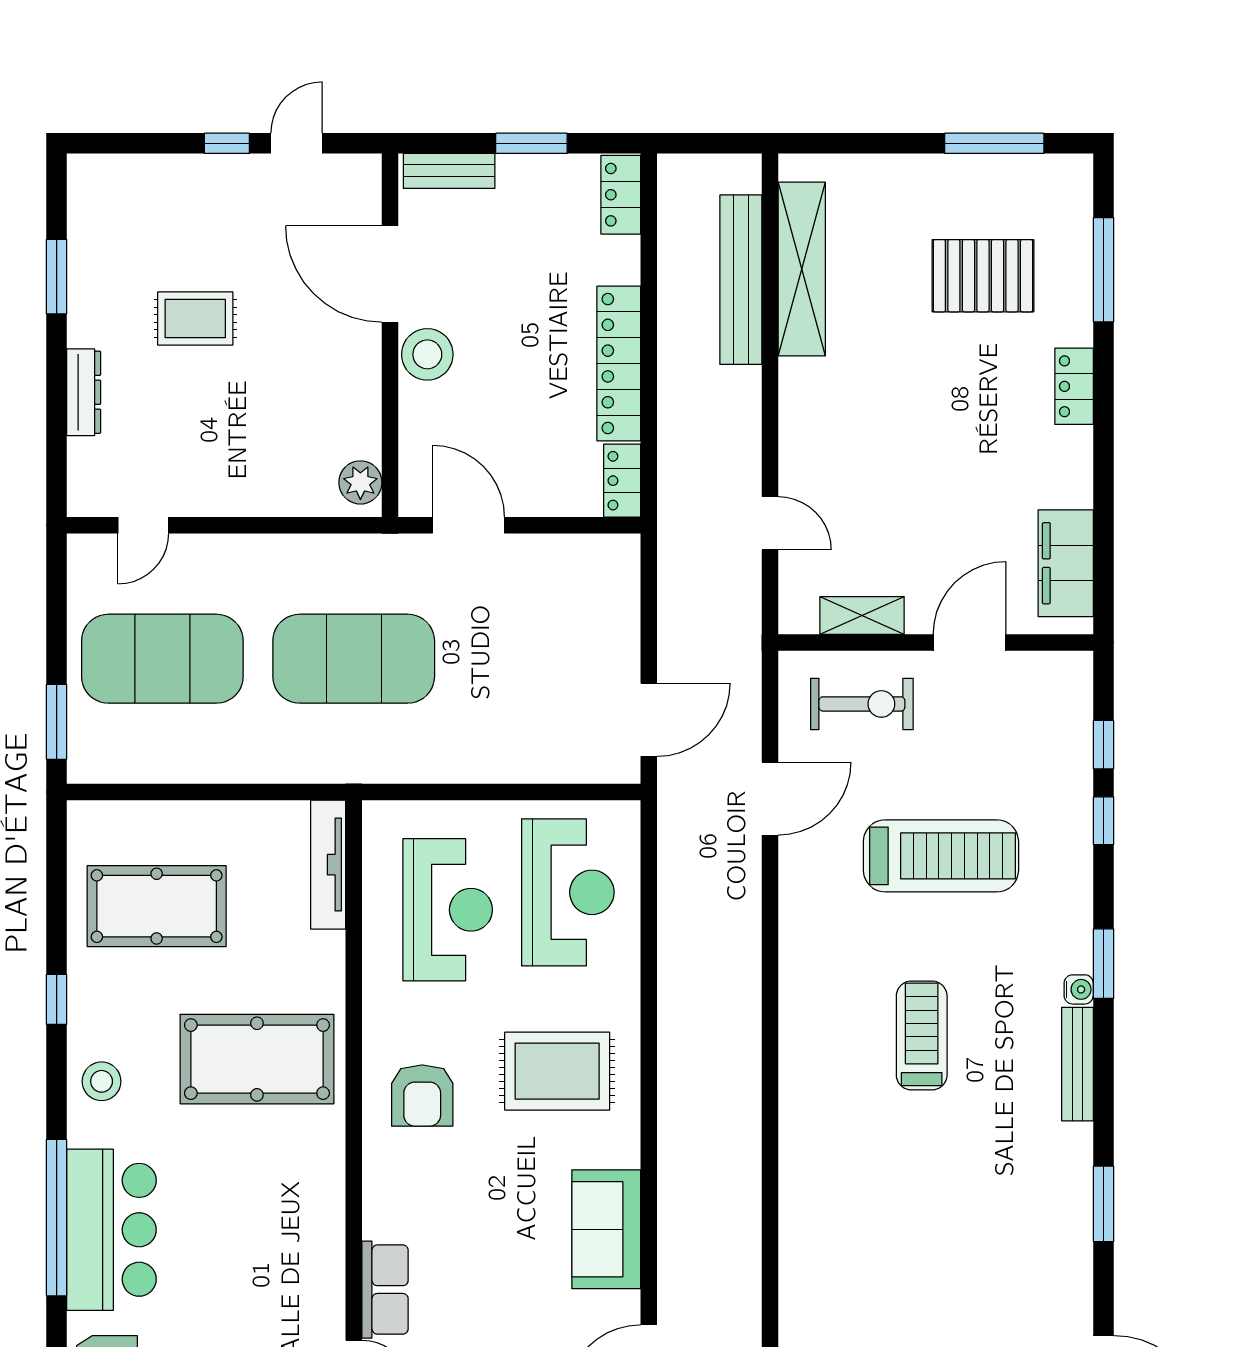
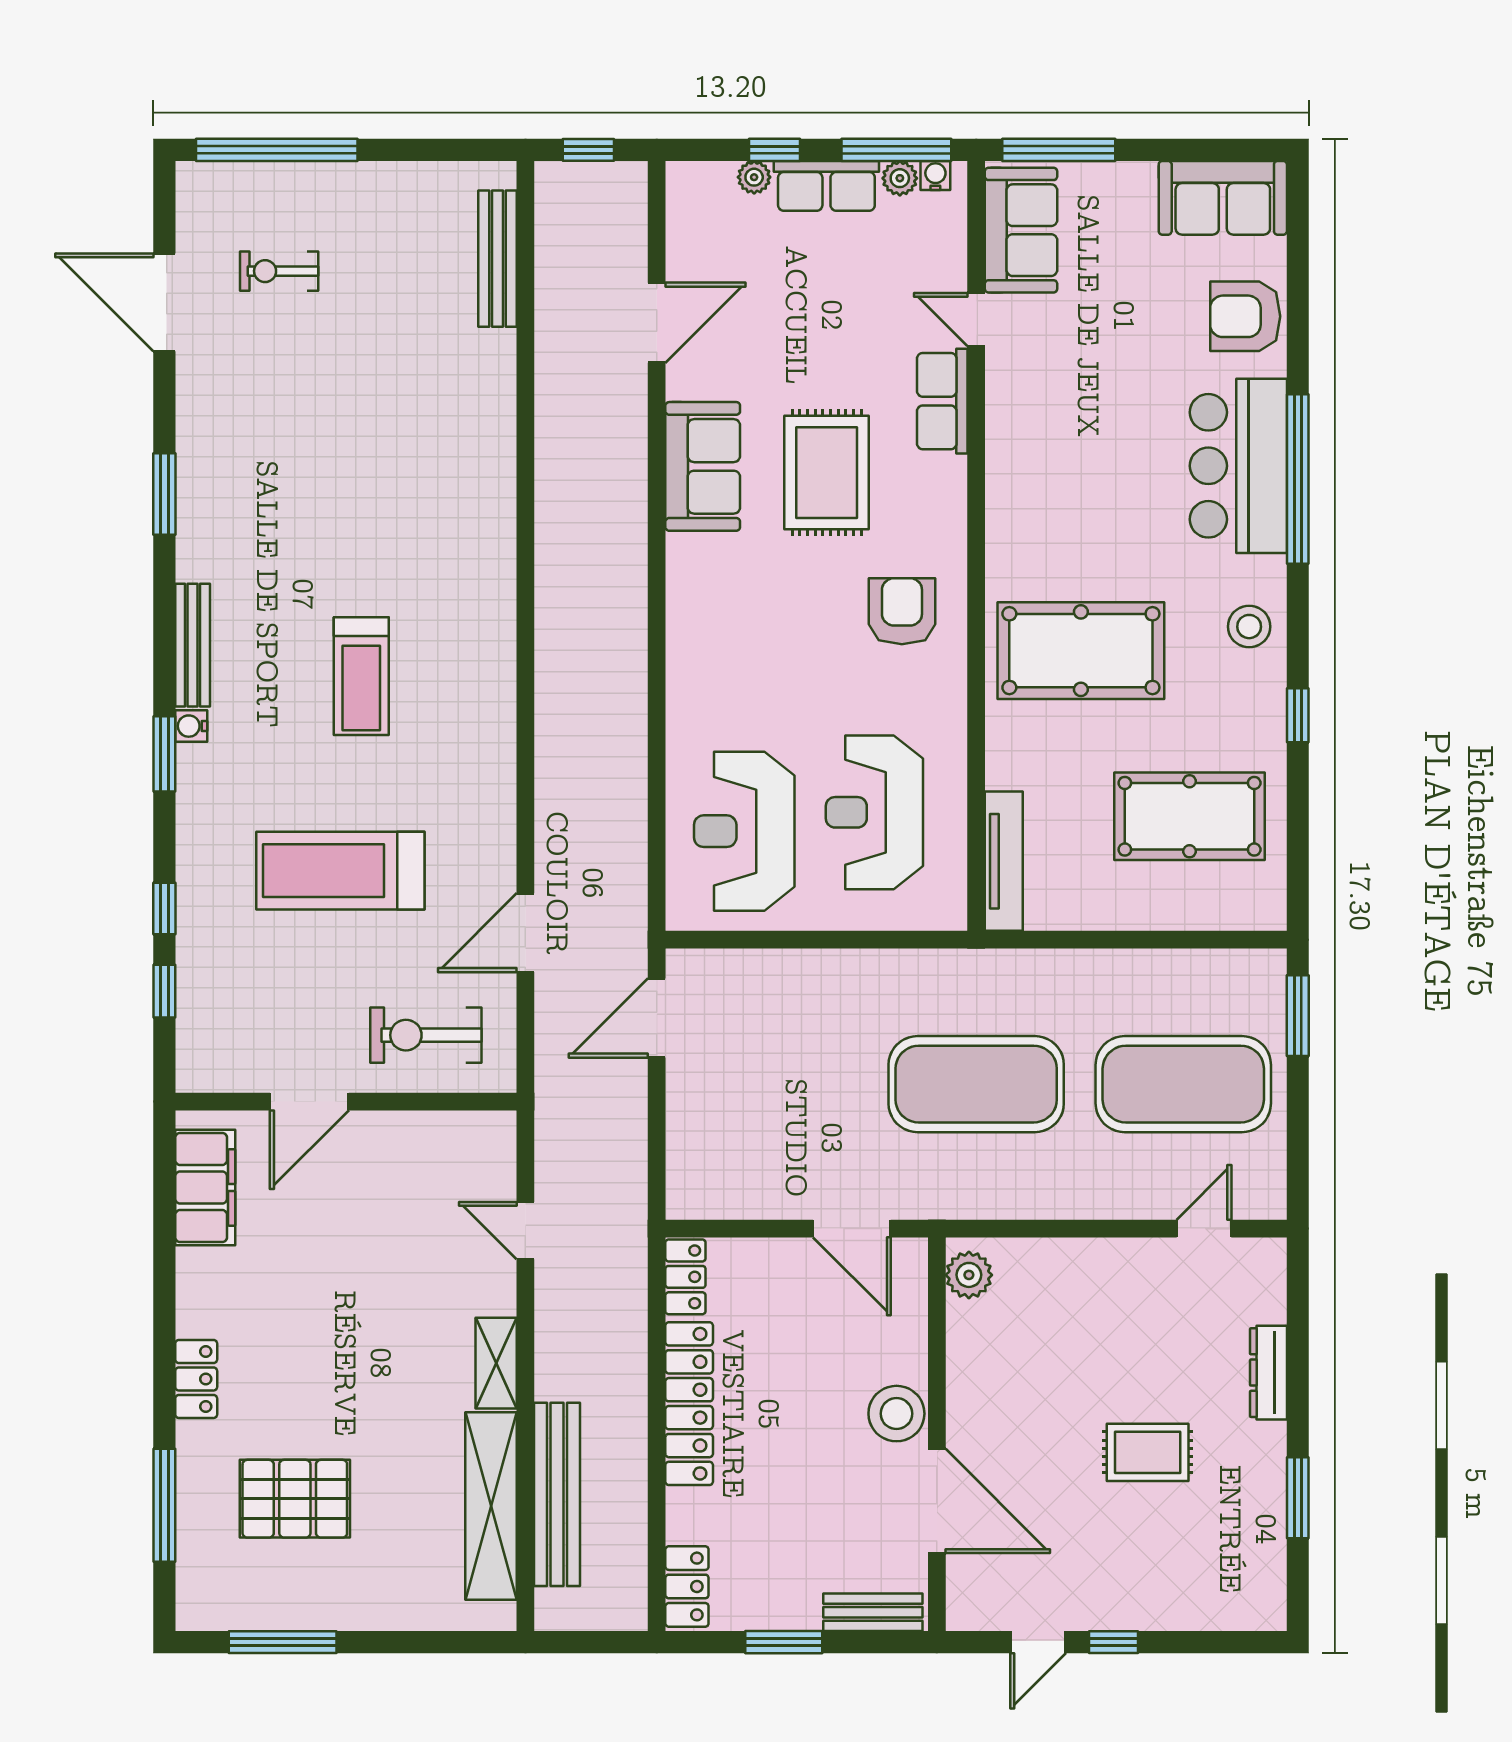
shelving: (862, 616) -> (496, 1363), moved, turned 90
rug: (557, 1071) -> (827, 473), moved, turned 90

